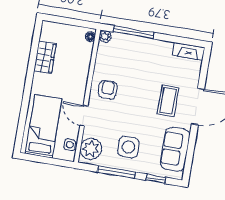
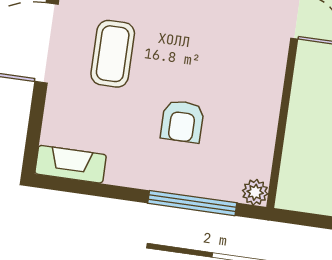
floor lamp: (90, 37) -> (288, 191), removed
armchair: (108, 90) -> (182, 121), moved

